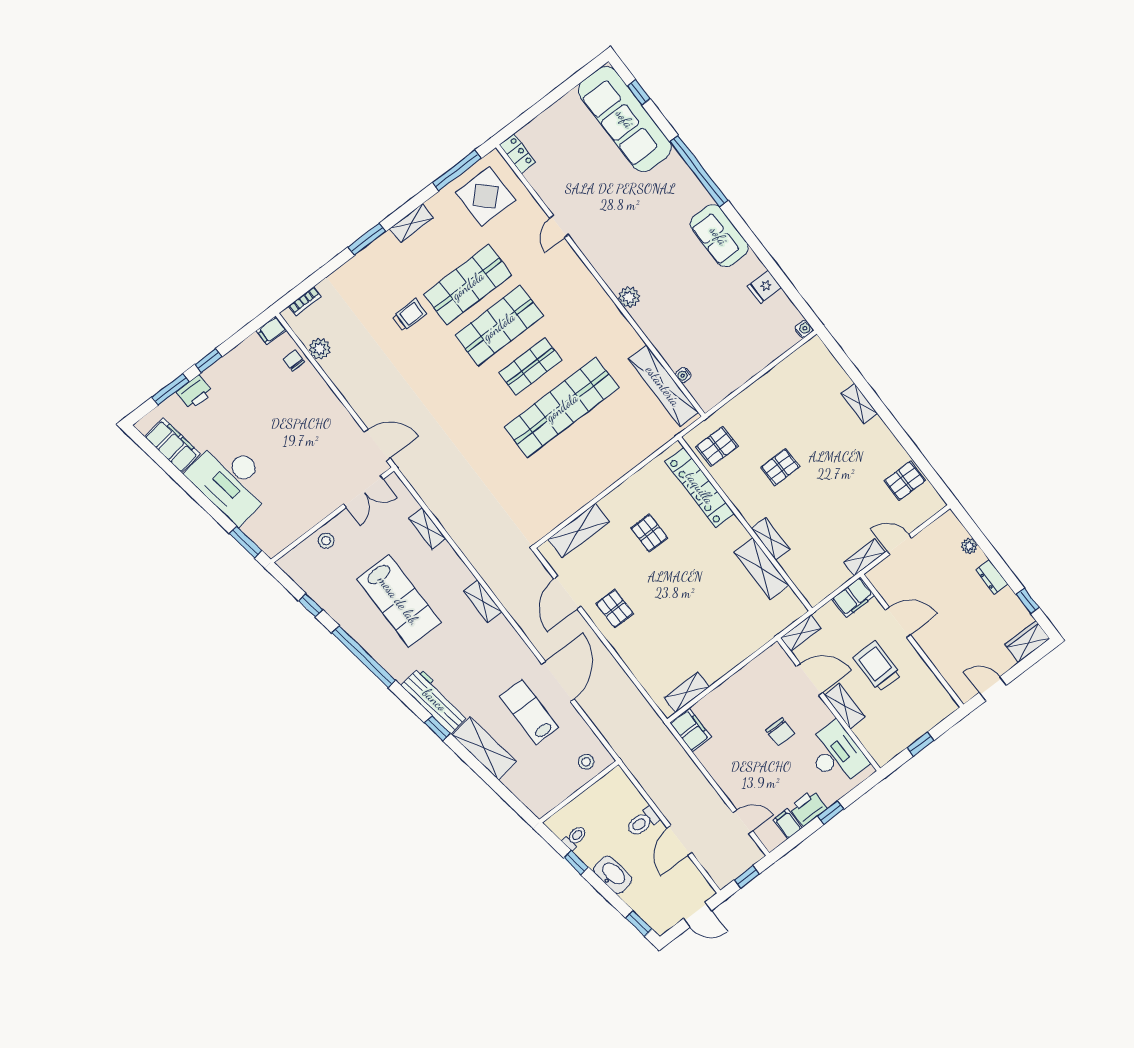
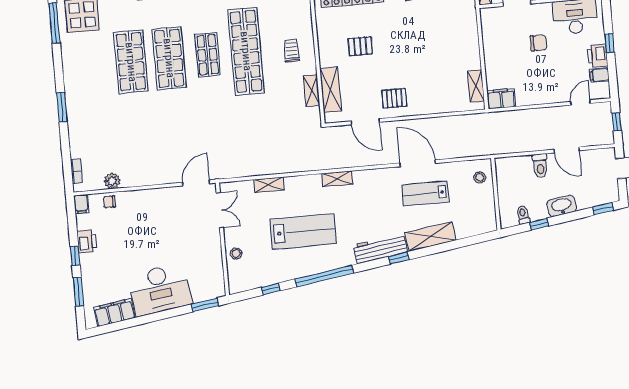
shelving: (412, 223) -> (312, 91), moved
trolley: (410, 315) -> (292, 50), moved
printer: (195, 392) -> (87, 241), moved

